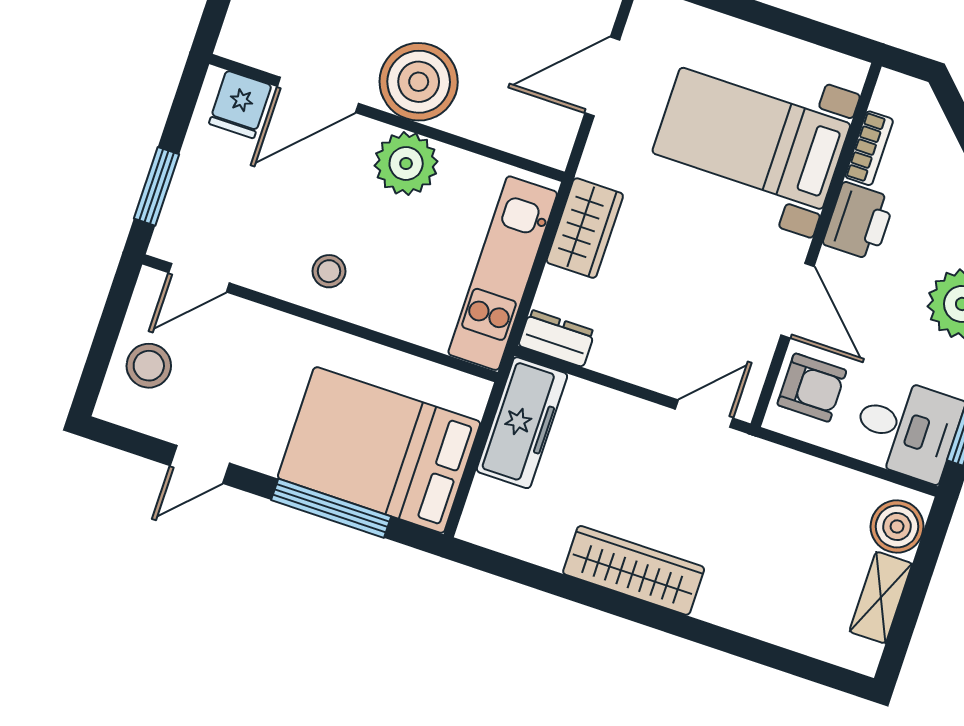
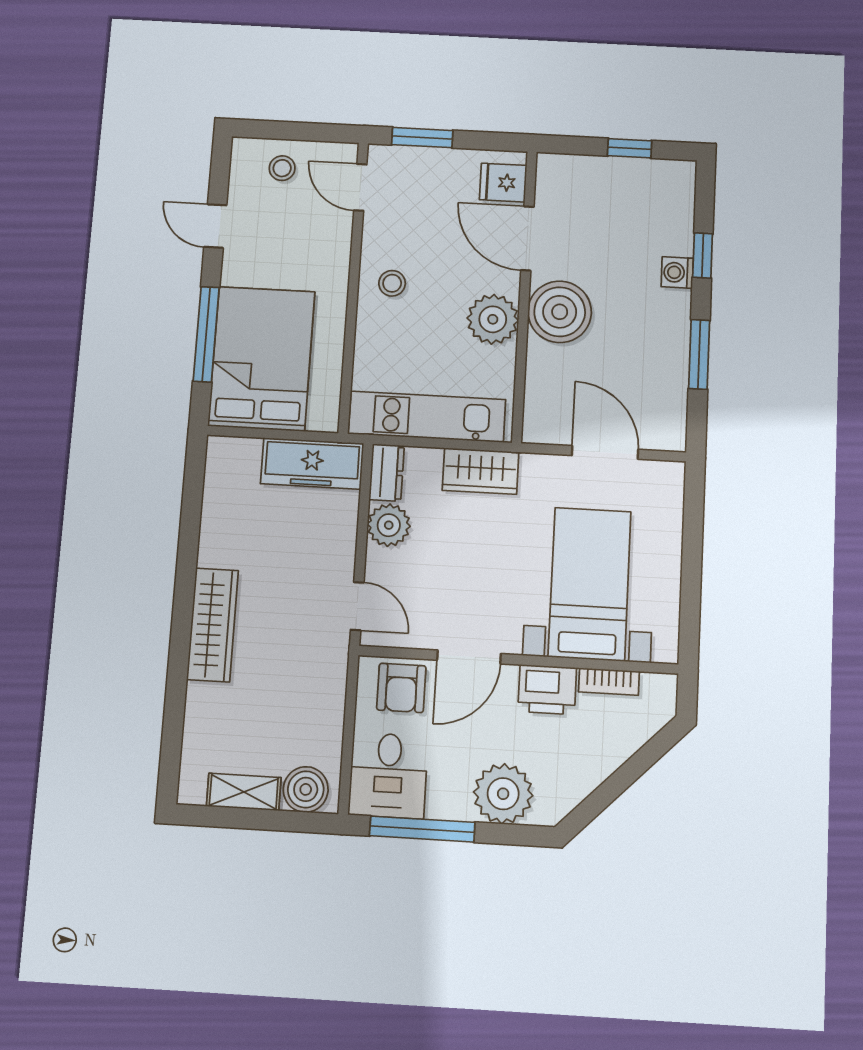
plant: (619, 352) -> (389, 525), added
stool: (149, 366) -> (282, 168), width x0.73, depth x0.73
wardrobe: (634, 570) -> (213, 625), moved

